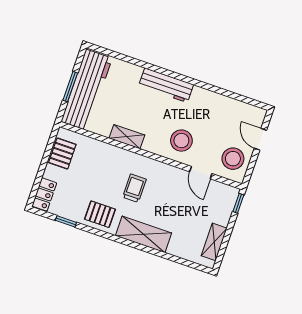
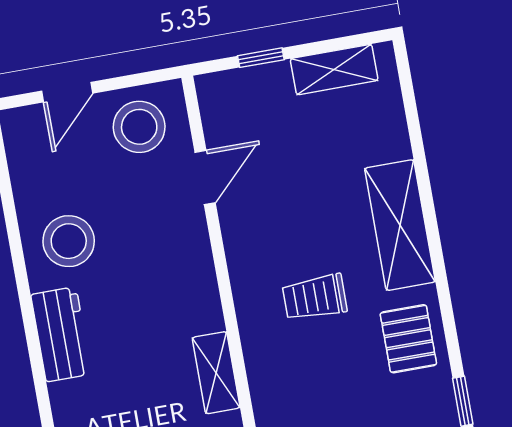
workbench: (166, 85) -> (61, 334), width x0.73
stool: (181, 141) -> (69, 241), moved
window: (238, 203) -> (261, 58), moved

